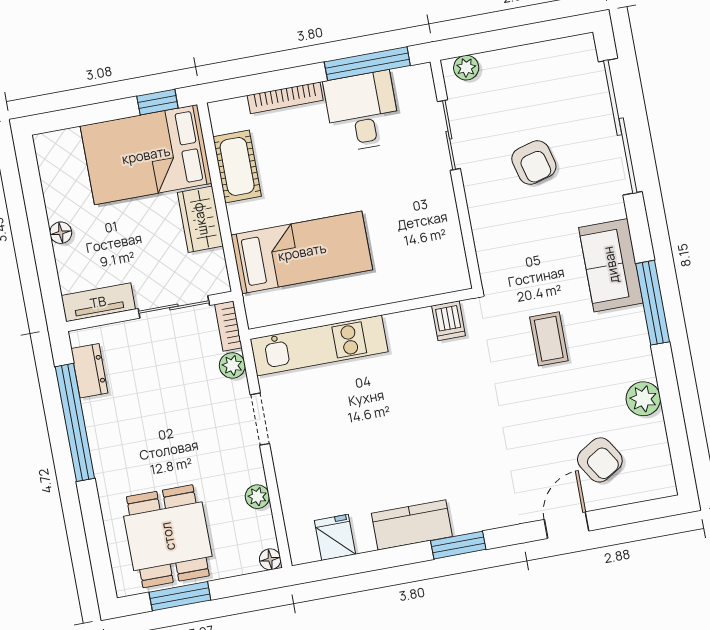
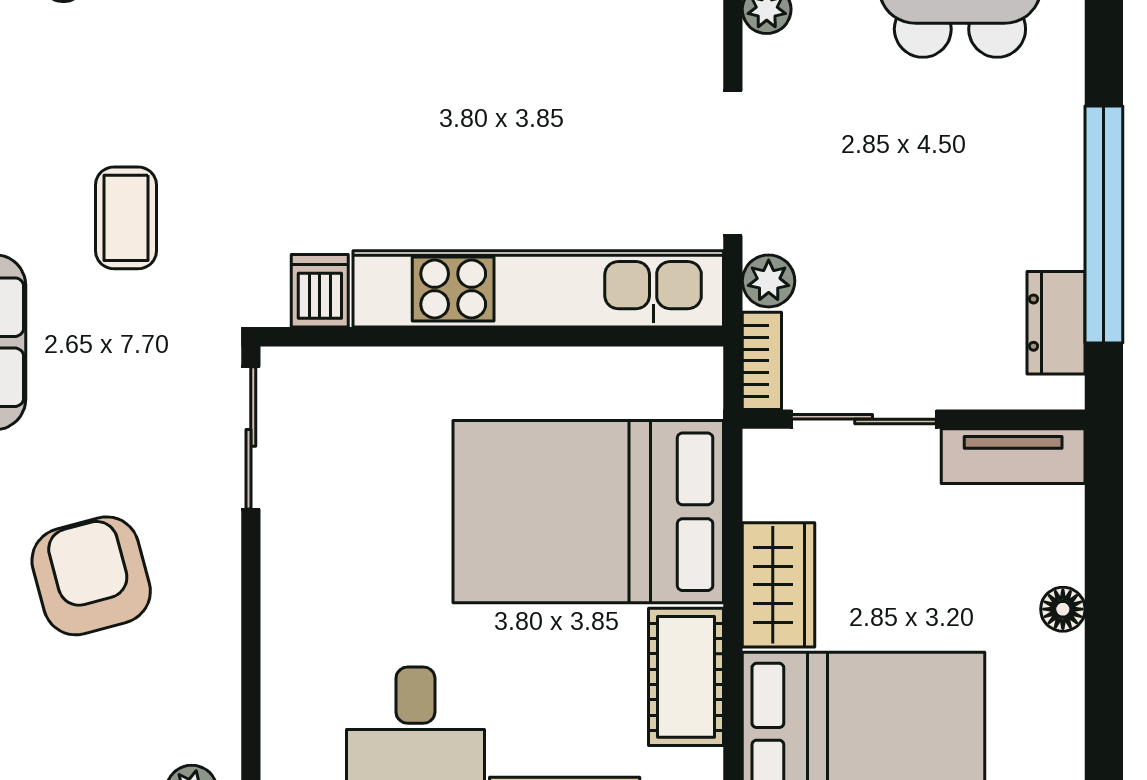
sliding door: (449, 135) -> (251, 438), moved
armchair: (534, 163) -> (91, 576), width x1.38, depth x1.38
bed: (302, 252) -> (588, 512), width x1.50
kitchen unit: (319, 345) -> (538, 289), width x1.36
doorway: (260, 419) -> (733, 163), width x1.38

